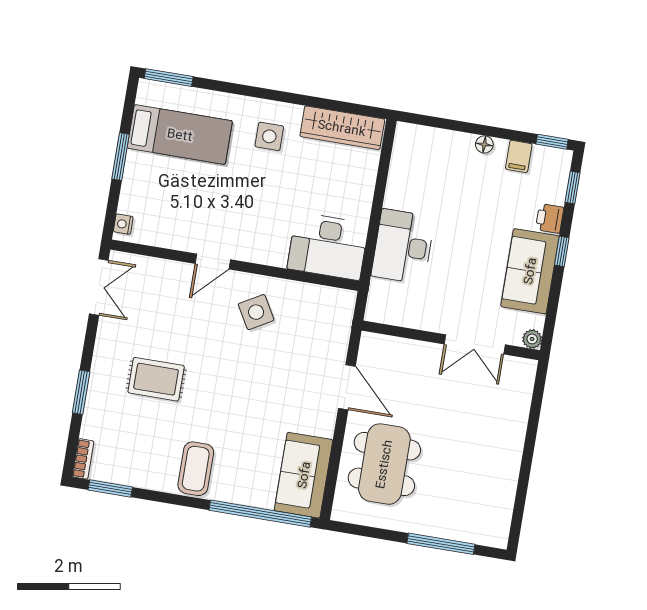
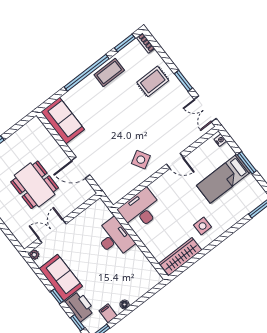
bed: (180, 135) -> (224, 179), moved
printer: (550, 218) -> (80, 306), width x1.87, depth x1.48
door: (213, 262) -> (175, 161), swing flipped
rug: (156, 379) -> (153, 81), moved
window: (81, 392) -> (183, 81), moved
dining table: (384, 464) -> (35, 185), moved
coffee table: (196, 469) -> (109, 72), moved, turned 90
window: (260, 514) -> (87, 73), moved

